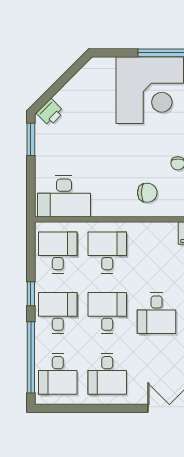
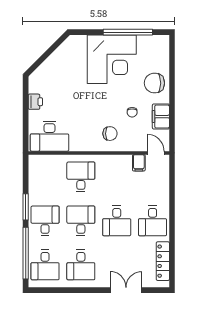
printer: (50, 112) -> (35, 102), moved, turned -45
window: (31, 139) -> (26, 95), removed
desk: (58, 252) -> (45, 177), removed
window: (31, 294) -> (26, 207), width x1.50

